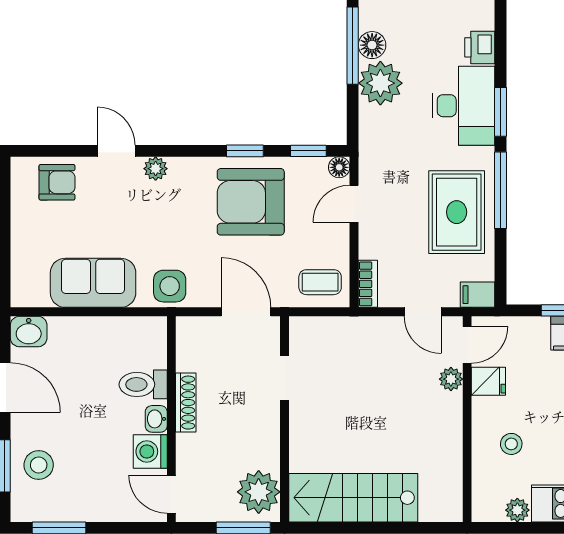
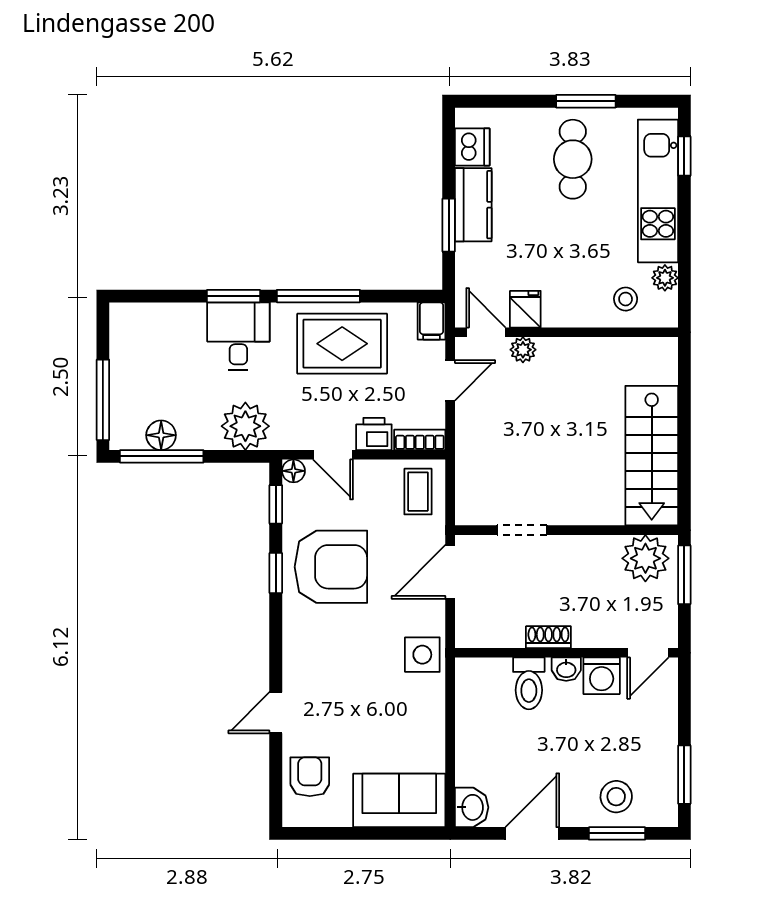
printer: (480, 47) -> (374, 434), moved, turned 180
plant: (380, 83) -> (245, 426), moved
desk: (464, 106) -> (238, 336), width x0.73
plant: (156, 169) -> (295, 670), removed
armchair: (251, 202) -> (331, 567), turned -90
sofa: (93, 283) -> (399, 800), moved, turned 90
shoe rack: (186, 403) -> (548, 637), width x0.70
stool: (511, 444) -> (626, 299), moved

